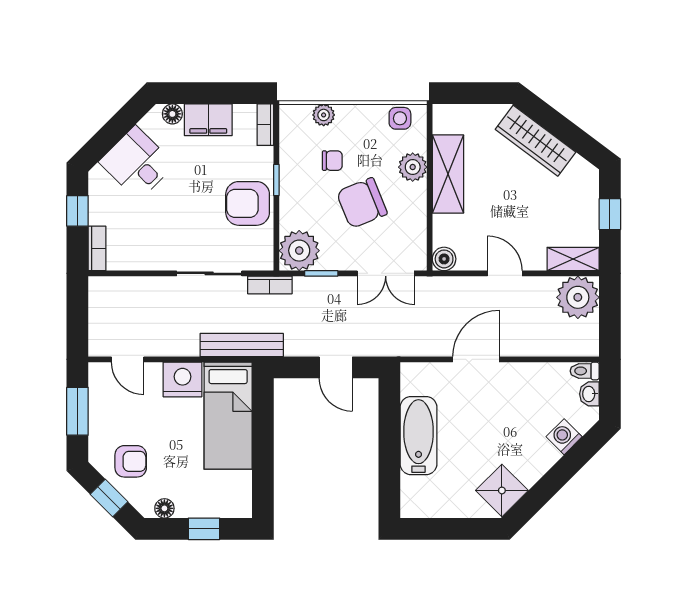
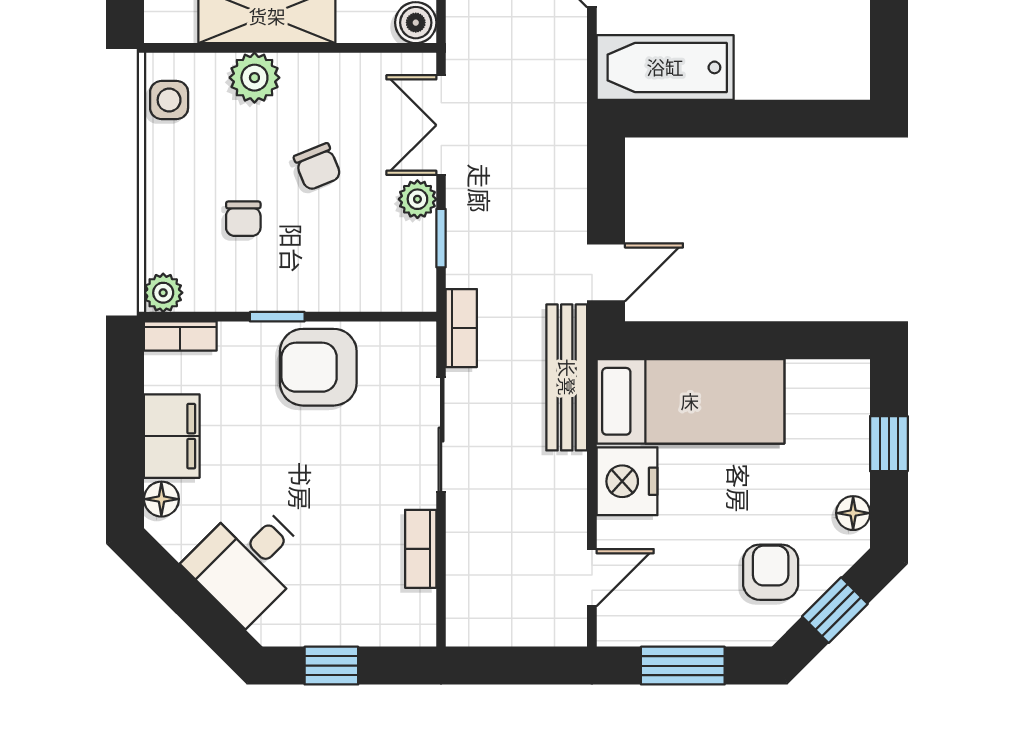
plant: (324, 115) -> (163, 293), moved
chair: (332, 161) -> (243, 219), turned 180
armchair: (248, 203) -> (318, 367), turned 90
chair: (362, 203) -> (317, 167), width x0.54, depth x0.54
bookcase: (97, 248) -> (421, 549), moved, turned -90
plant: (299, 251) -> (417, 199), moved, width x0.53, depth x0.53
double door: (386, 273) -> (441, 125), swing flipped
door: (336, 367) -> (606, 272), moved
bathtub: (418, 436) -> (665, 67), moved

